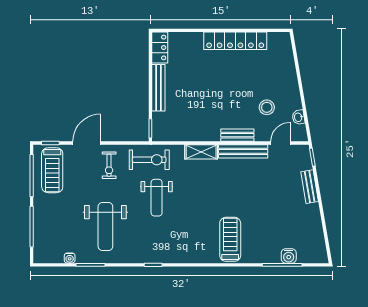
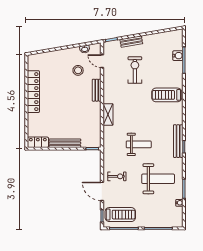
bench: (243, 151) -> (178, 141), moved
exercise bike: (149, 160) -> (135, 70), moved

